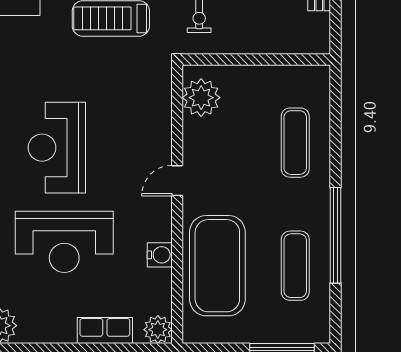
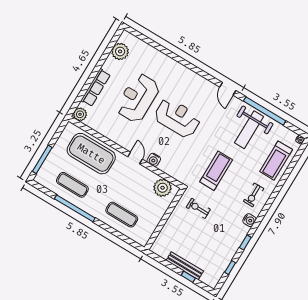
water cooler: (160, 255) -> (154, 160), moved
row of seats: (105, 331) -> (96, 88), width x1.48

